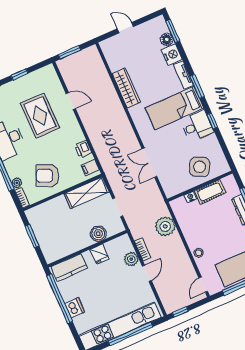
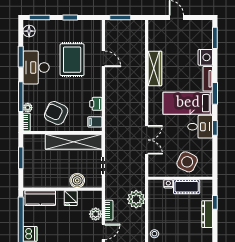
floor lamp: (167, 39) -> (207, 43), removed
double door: (150, 163) -> (147, 140), swing flipped
shelving: (87, 193) -> (74, 142), width x1.47

